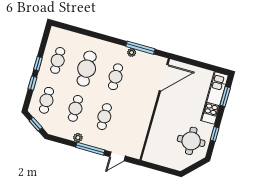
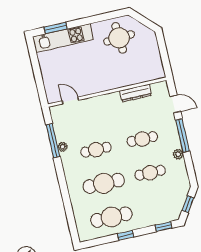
cafe table: (58, 60) -> (111, 217), width x1.37, depth x1.35
door: (164, 78) -> (70, 101), width x0.53
window: (32, 83) -> (164, 227), moved
cafe table: (46, 100) -> (158, 206), removed
dresser: (142, 130) -> (135, 93), added
window: (215, 134) -> (99, 18), removed

